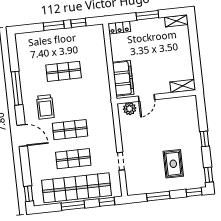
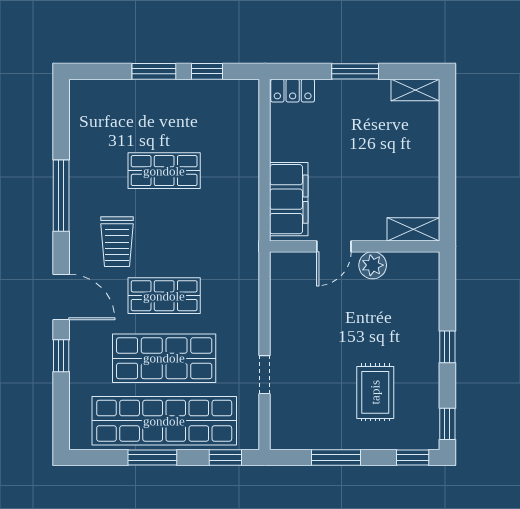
plant: (130, 109) -> (373, 265), moved
shop shelf: (73, 159) -> (164, 358), width x1.43, depth x1.36
window: (29, 194) -> (61, 356), moved

